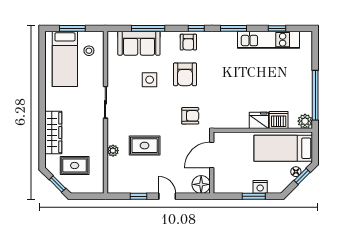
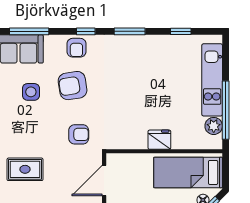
kitchen unit: (269, 40) -> (212, 80), moved, turned 90
armchair: (185, 74) -> (73, 86), turned 81
dishwasher: (279, 120) -> (183, 139), removed
plant: (305, 121) -> (214, 126), moved

